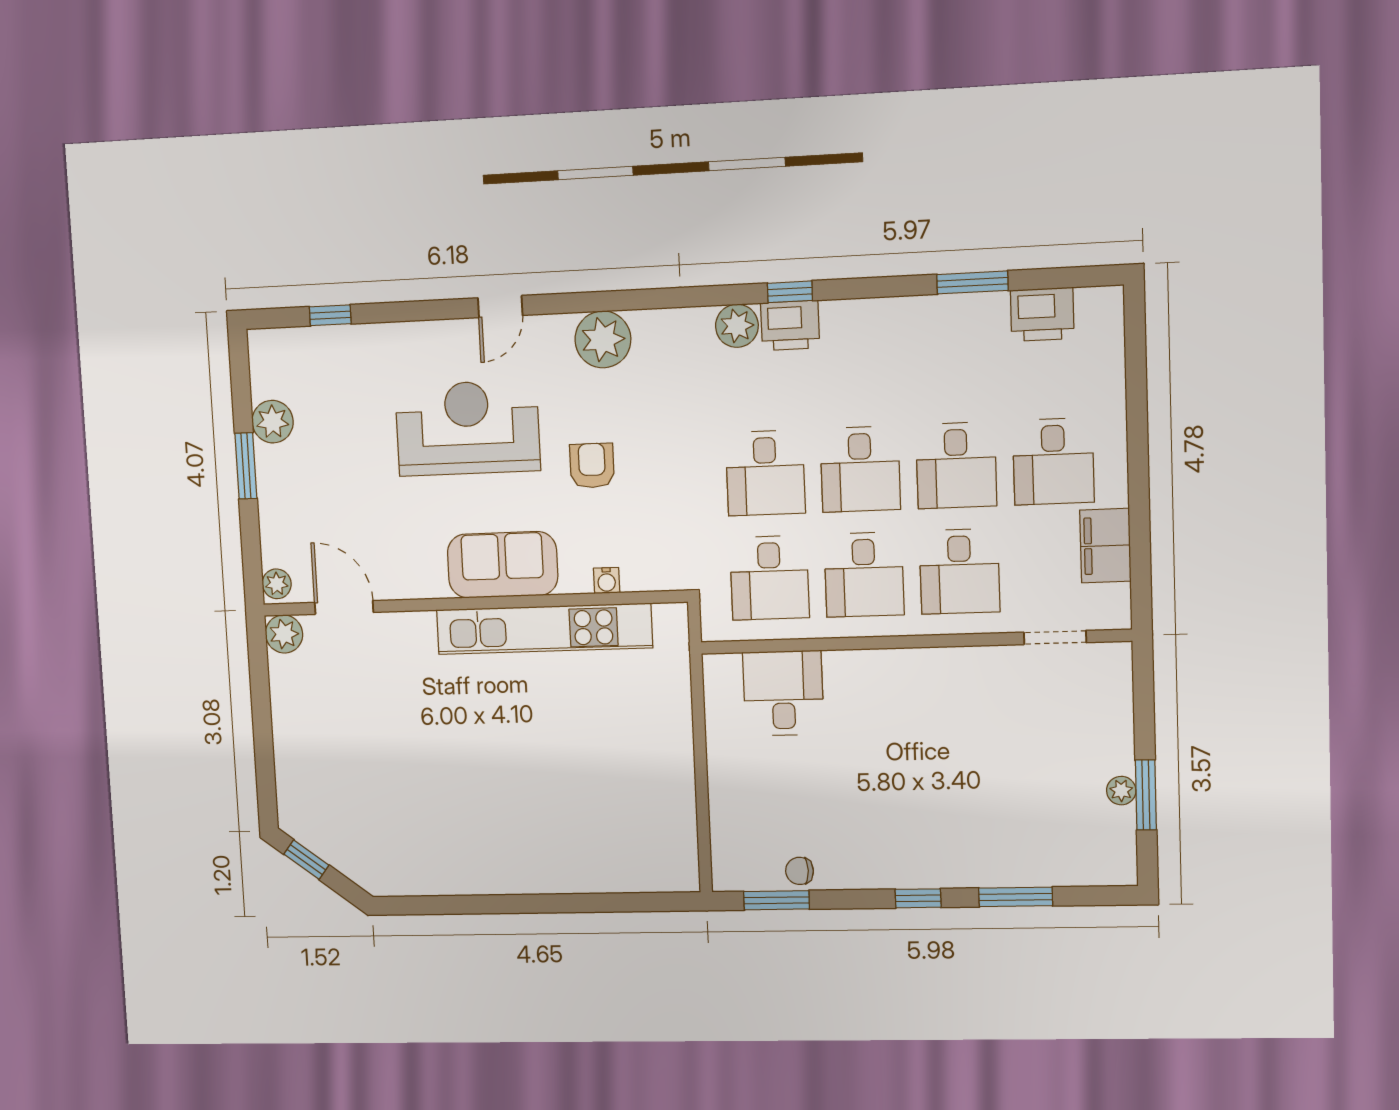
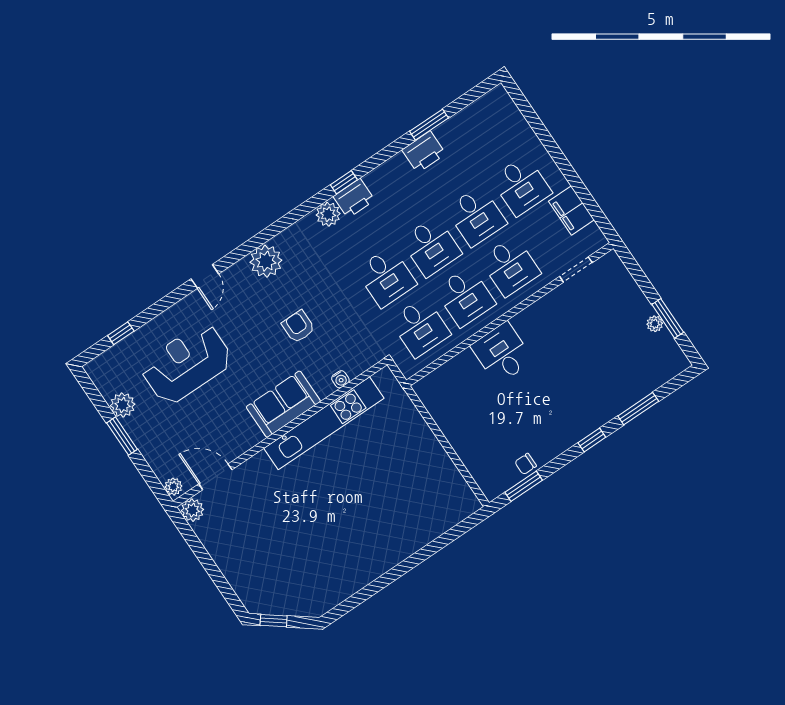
printer: (1042, 314) -> (424, 152), moved
reception desk: (467, 428) -> (186, 364), moved
desk: (783, 693) -> (502, 353), moved

